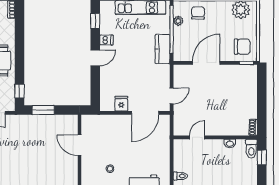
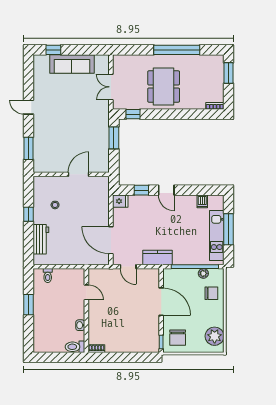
window: (95, 21) -> (141, 190), moved
dishwasher: (106, 40) -> (202, 201), moved
kitchen counter: (162, 49) -> (158, 258), moved
fridge: (121, 104) -> (120, 201), moved
window: (262, 157) -> (66, 357), removed

